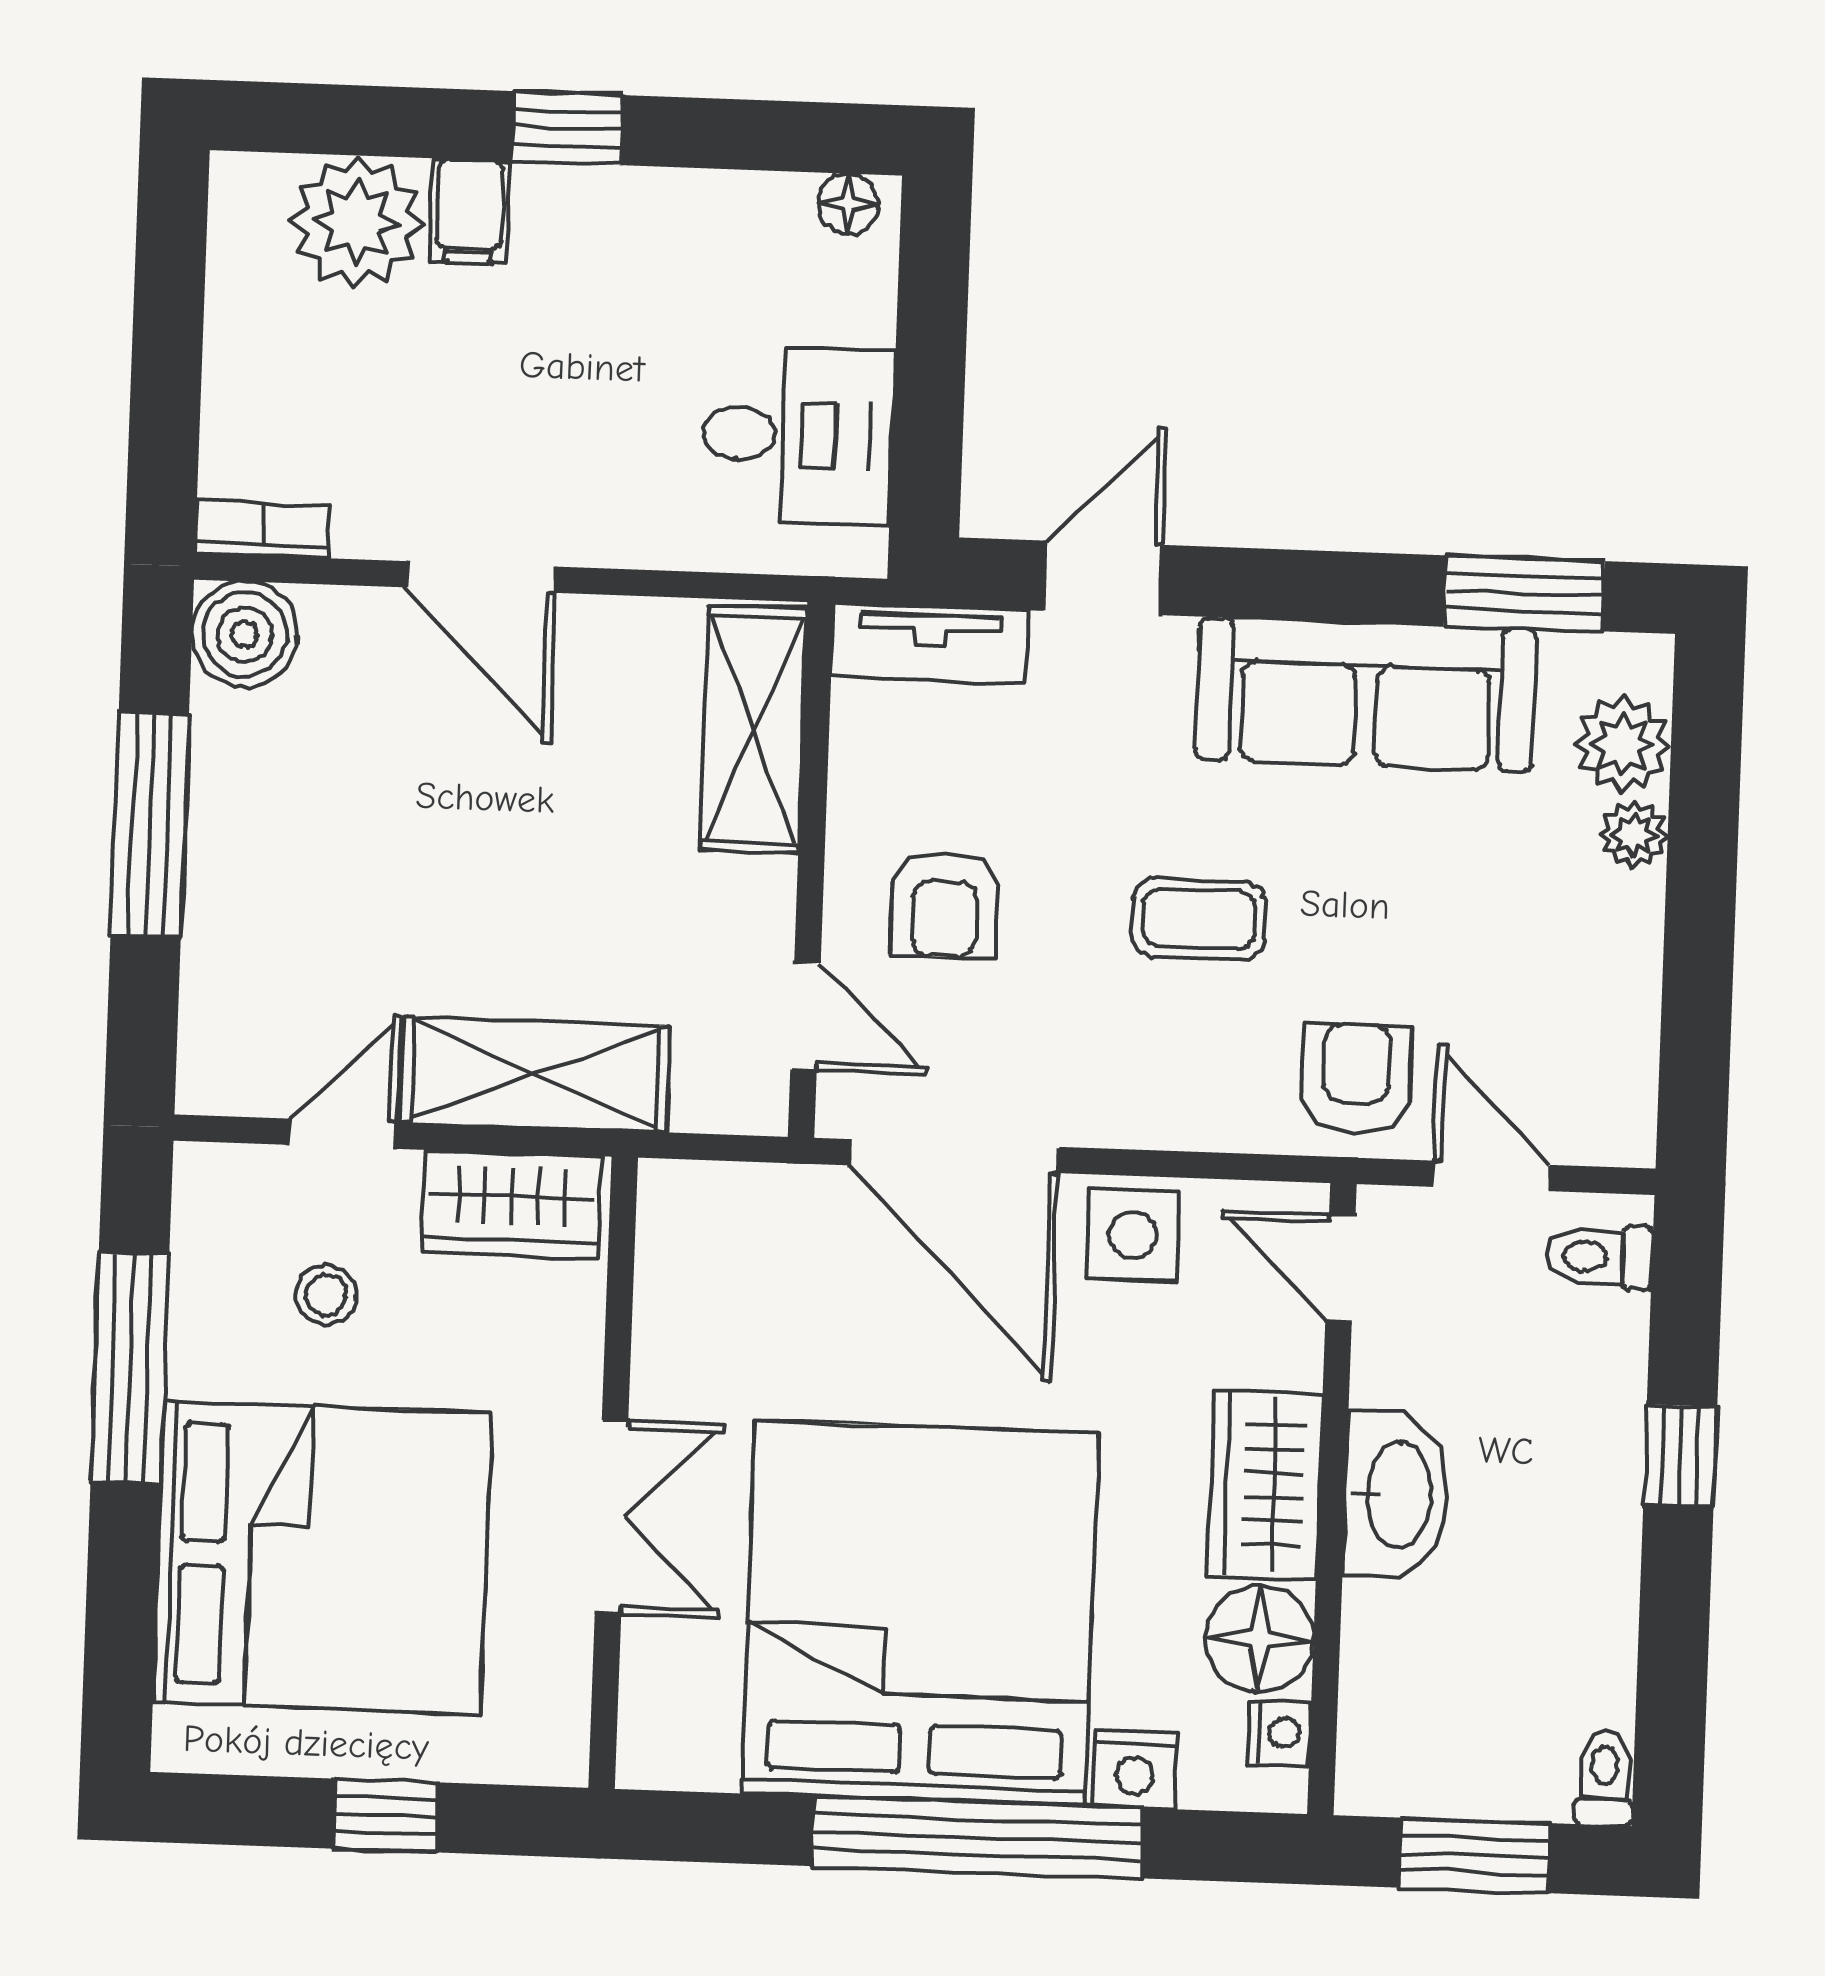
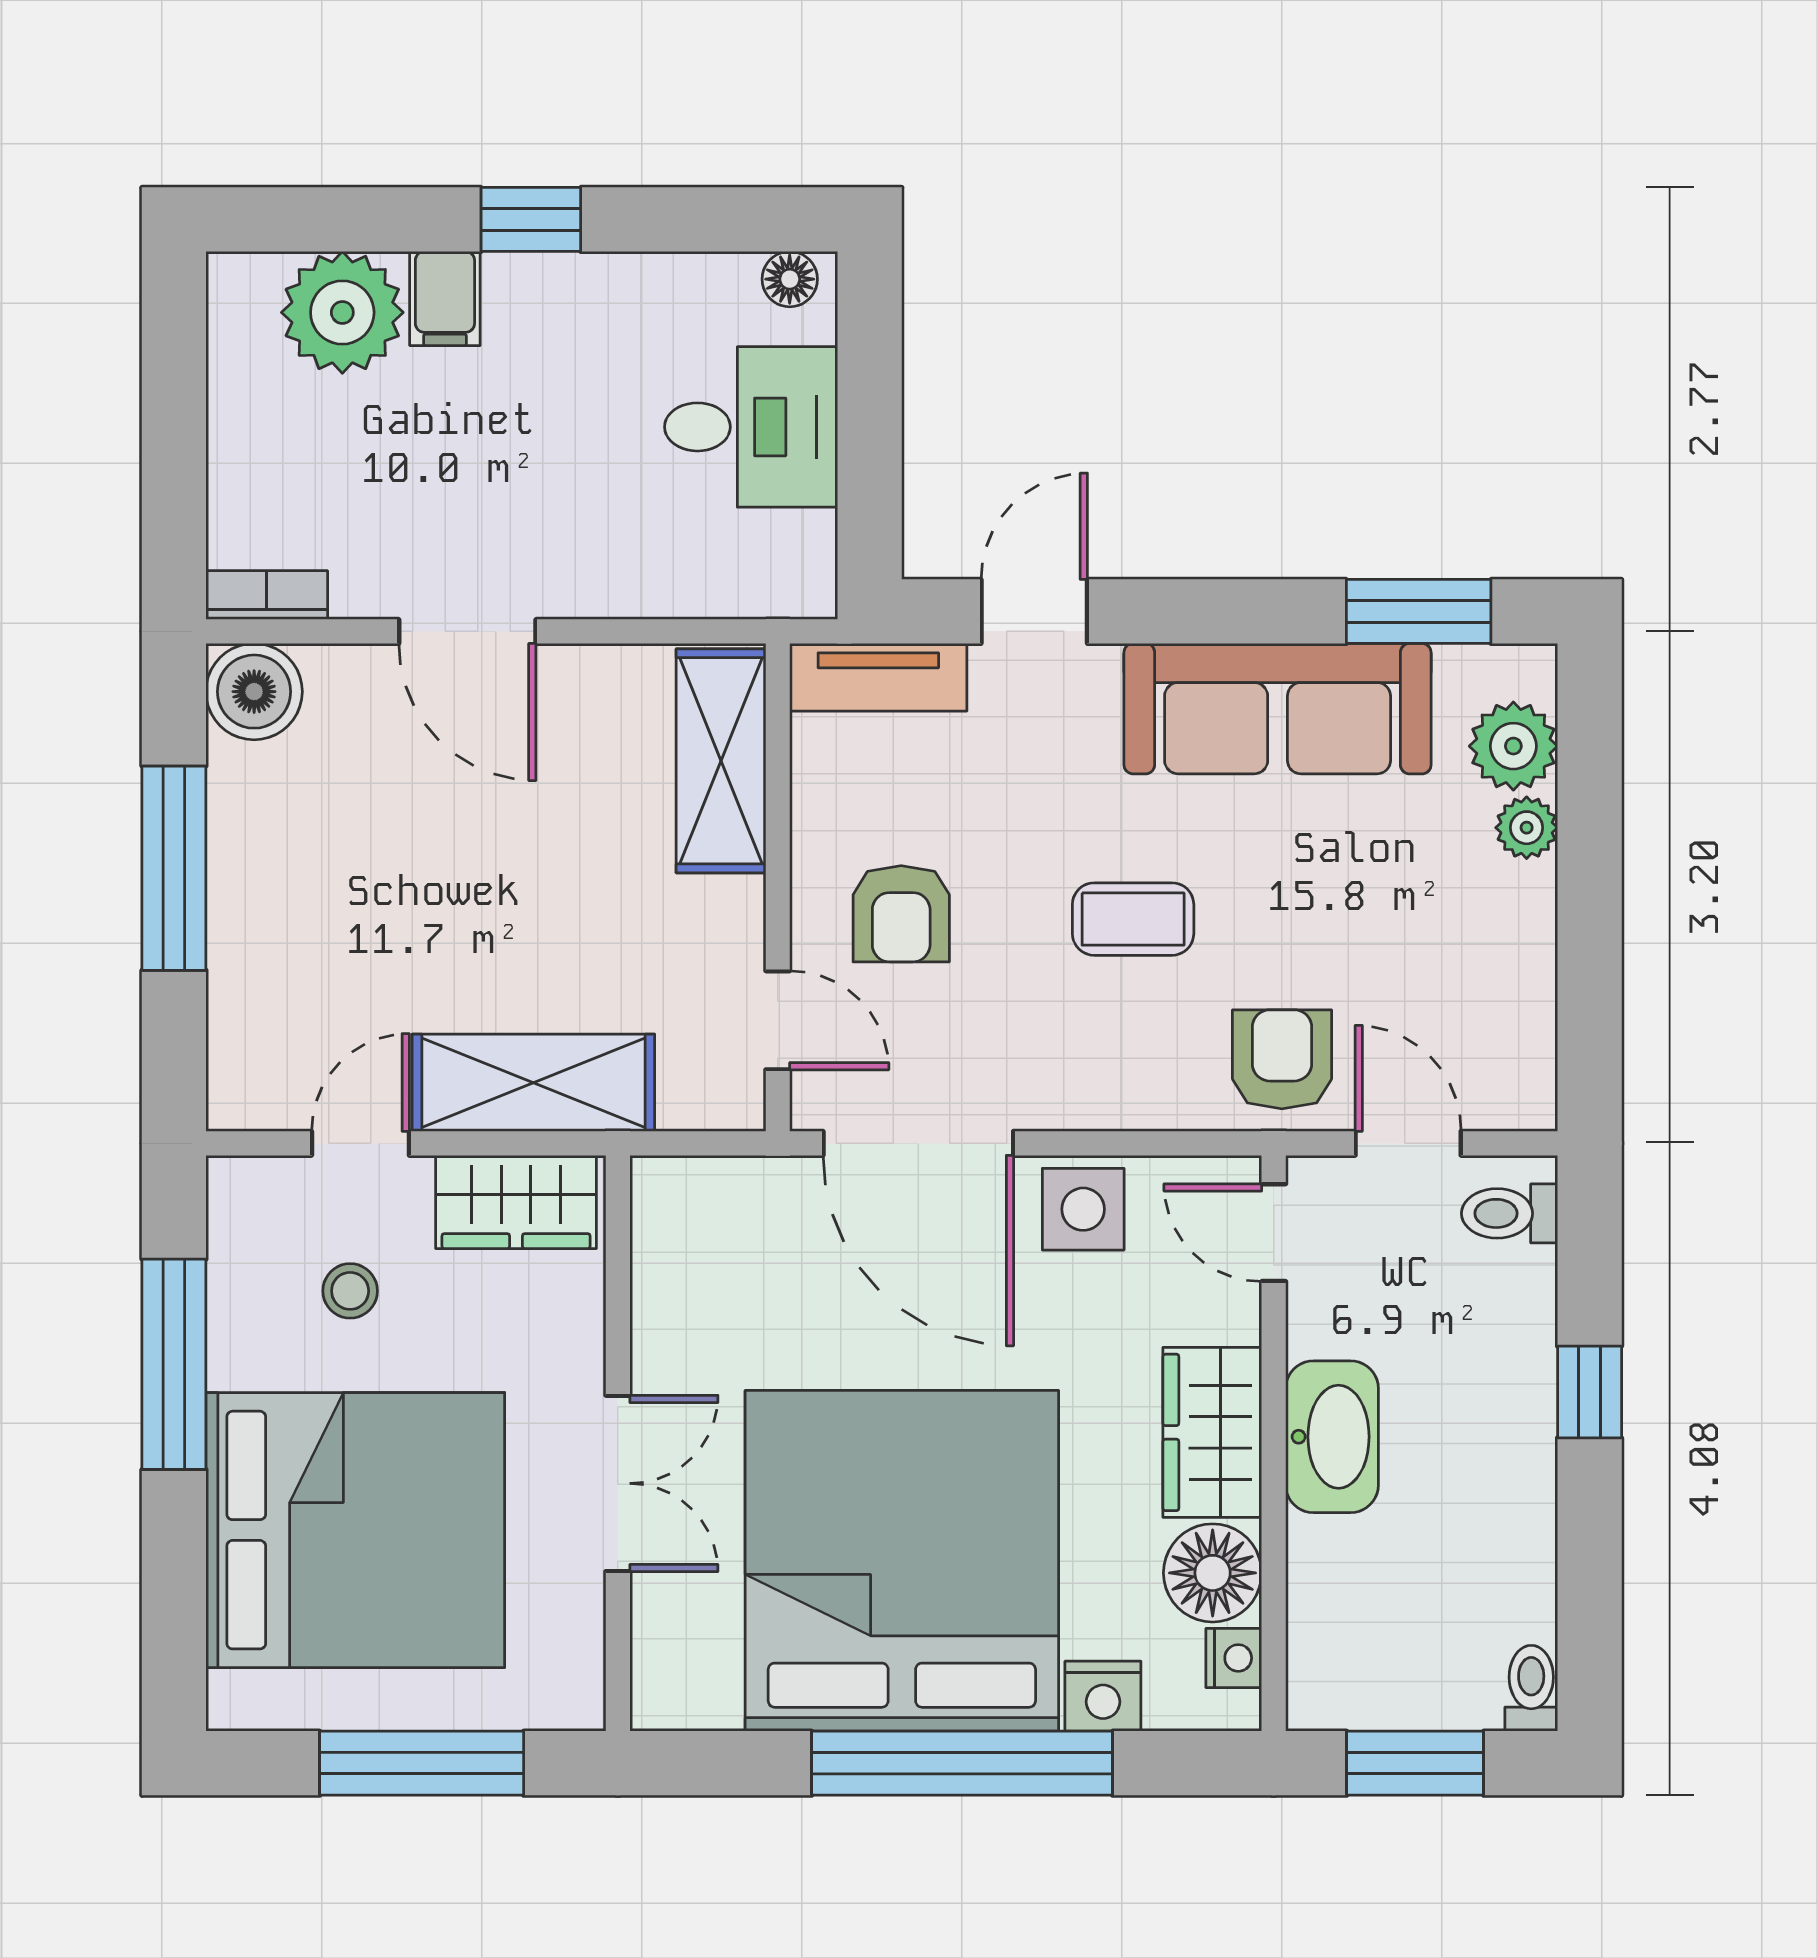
desk: (798, 435) -> (751, 427), moved
window: (385, 1816) -> (422, 1763), width x2.17

